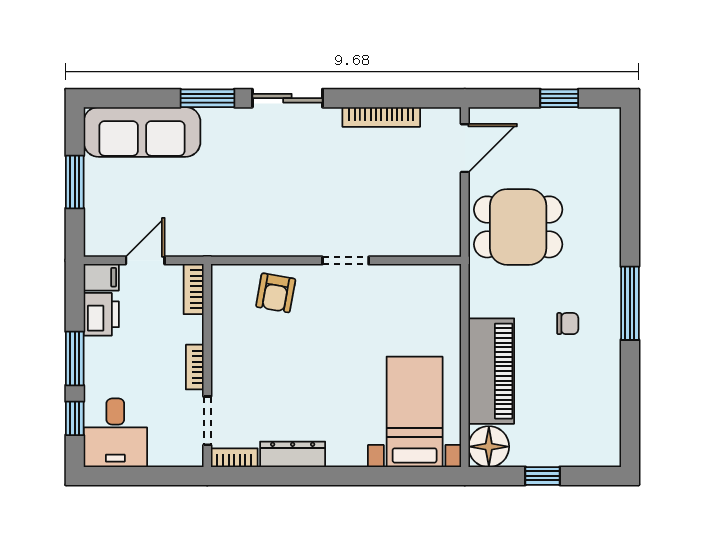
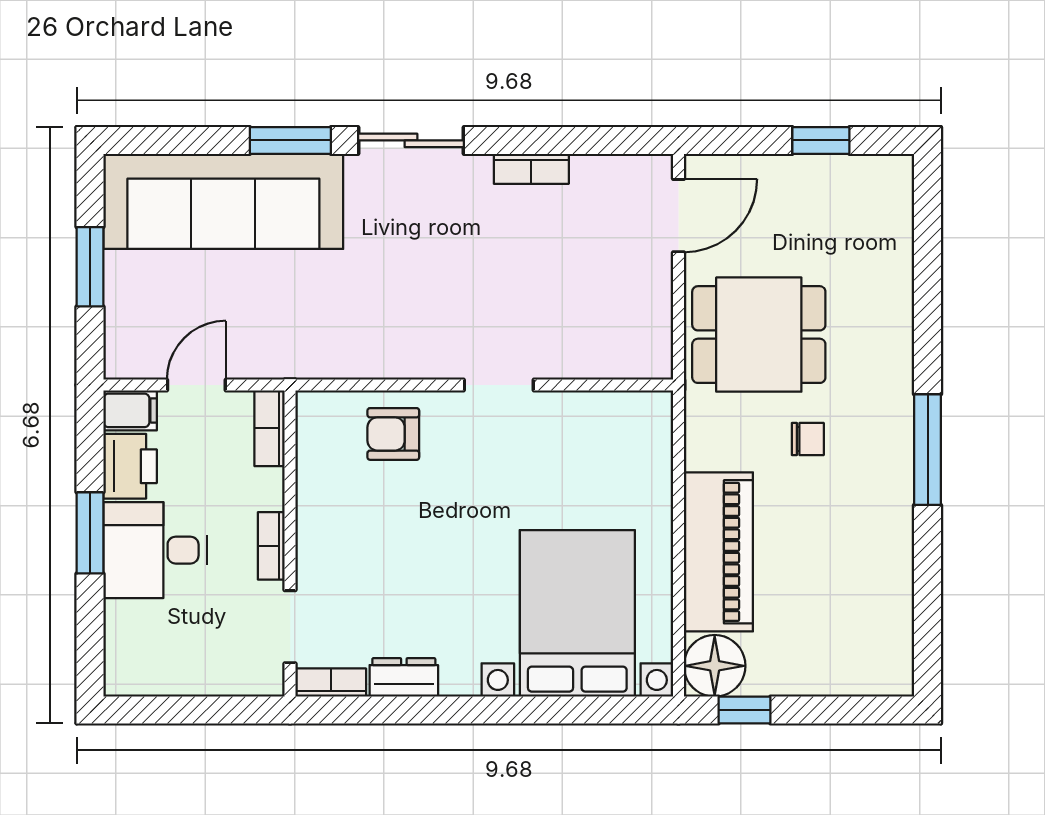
bookcase: (381, 117) -> (531, 169), width x0.64
sofa: (142, 132) -> (223, 201), width x1.36, depth x1.27
armchair: (276, 293) -> (393, 434), turned 80
chair: (568, 324) -> (808, 439), moved
bed with nightstands: (415, 412) -> (577, 613), width x1.36
window: (75, 418) -> (90, 623), removed
desk: (115, 433) -> (155, 550), moved, turned 90
dresser: (293, 454) -> (404, 677), width x0.70
window: (543, 476) -> (745, 710), moved

